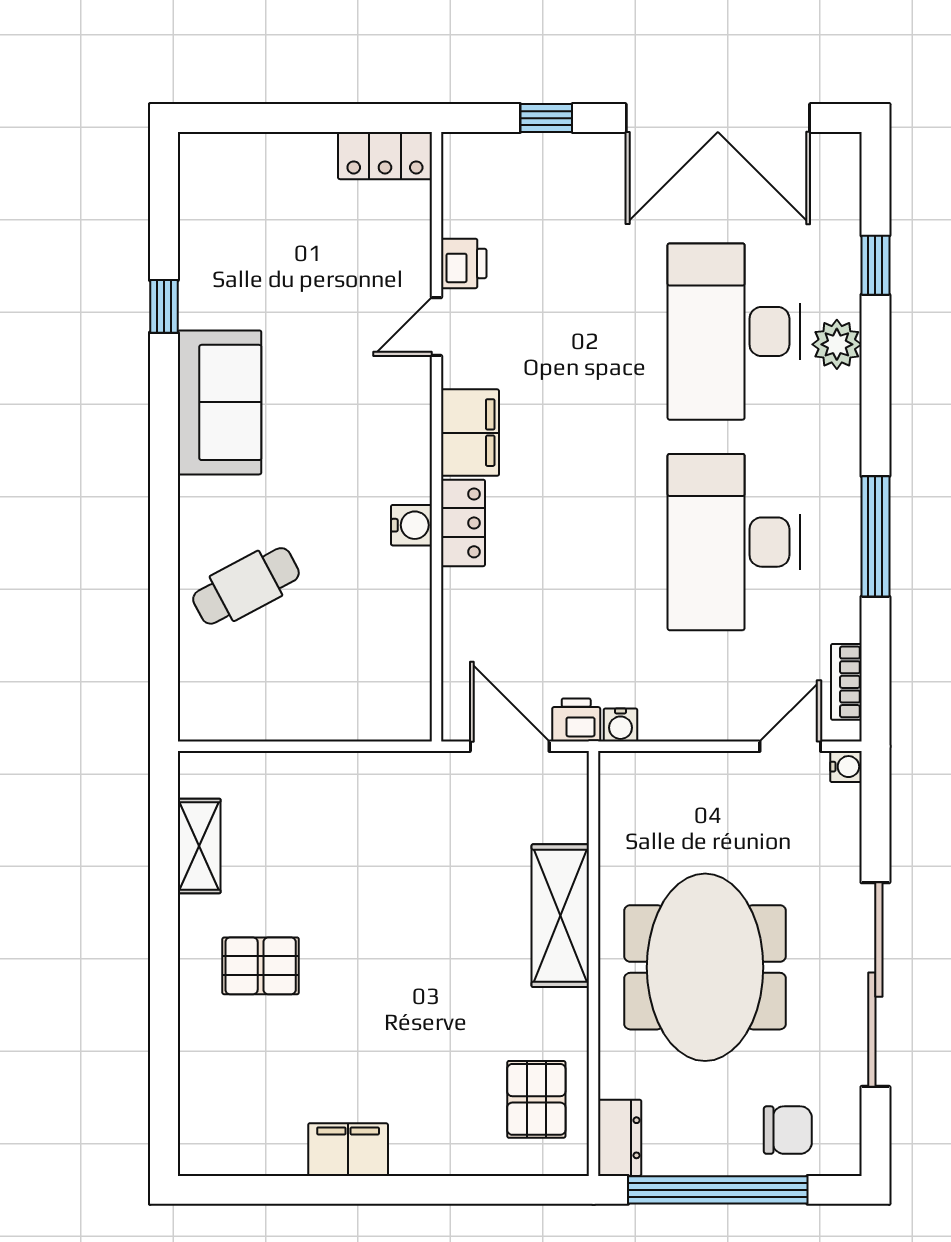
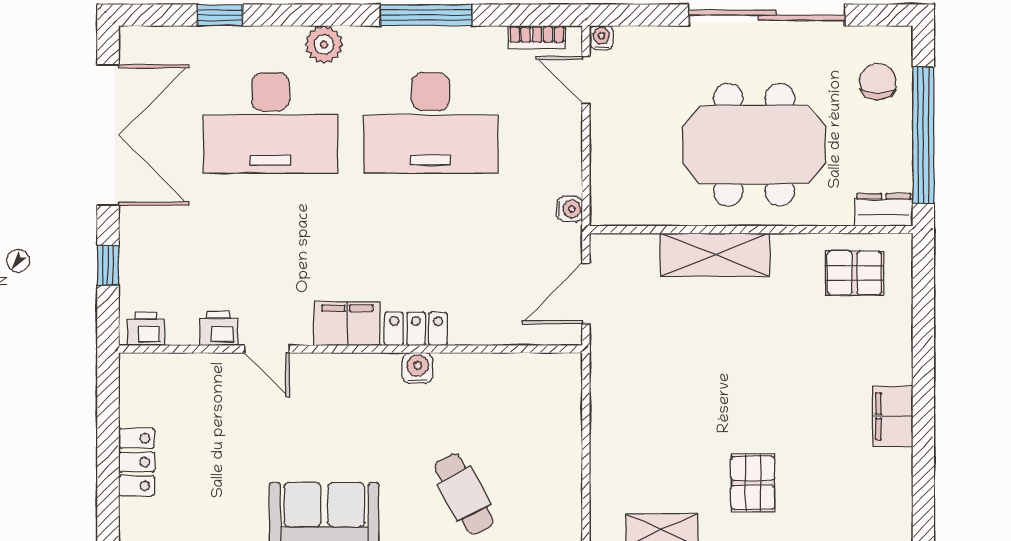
locker: (385, 156) -> (137, 462), moved
plant: (837, 344) -> (324, 44), moved
printer: (576, 720) -> (146, 329), moved, turned 90

